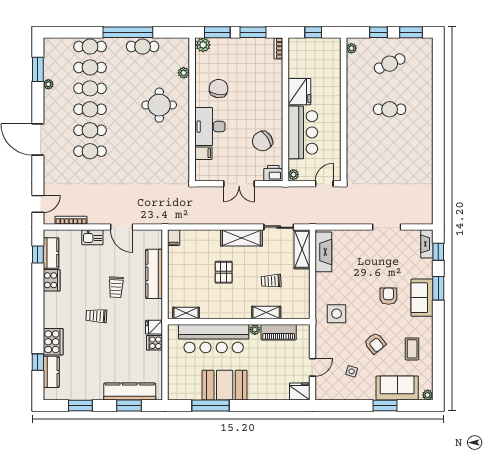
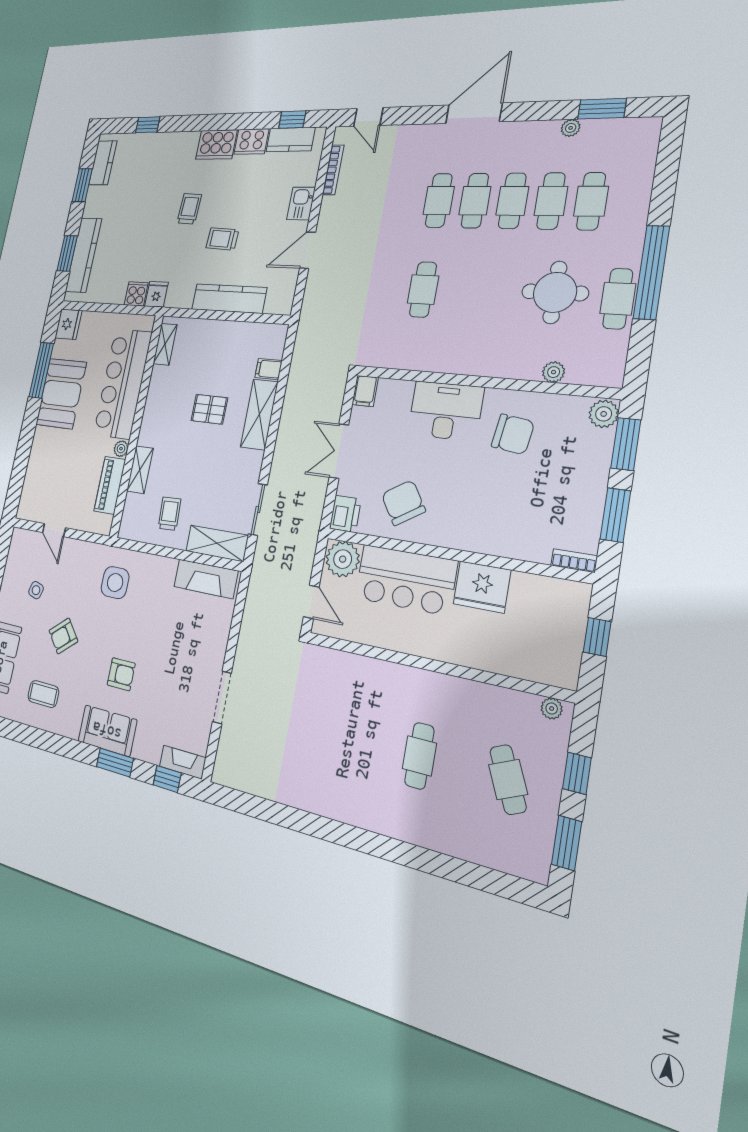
cafe table: (90, 47) -> (423, 290), moved
round table: (159, 105) -> (555, 292), moved
filing cabinet: (203, 153) -> (365, 391), moved
plant: (293, 175) -> (343, 559), width x1.88, depth x1.88
filing cabinet: (174, 238) -> (269, 369), moved
shelving: (241, 238) -> (259, 414), moved
trolley: (271, 281) -> (169, 514), moved
cooker: (53, 342) -> (216, 145), moved
kitchen counter: (51, 372) -> (103, 163), moved, turned -90
fridge: (300, 391) -> (68, 324), moved

